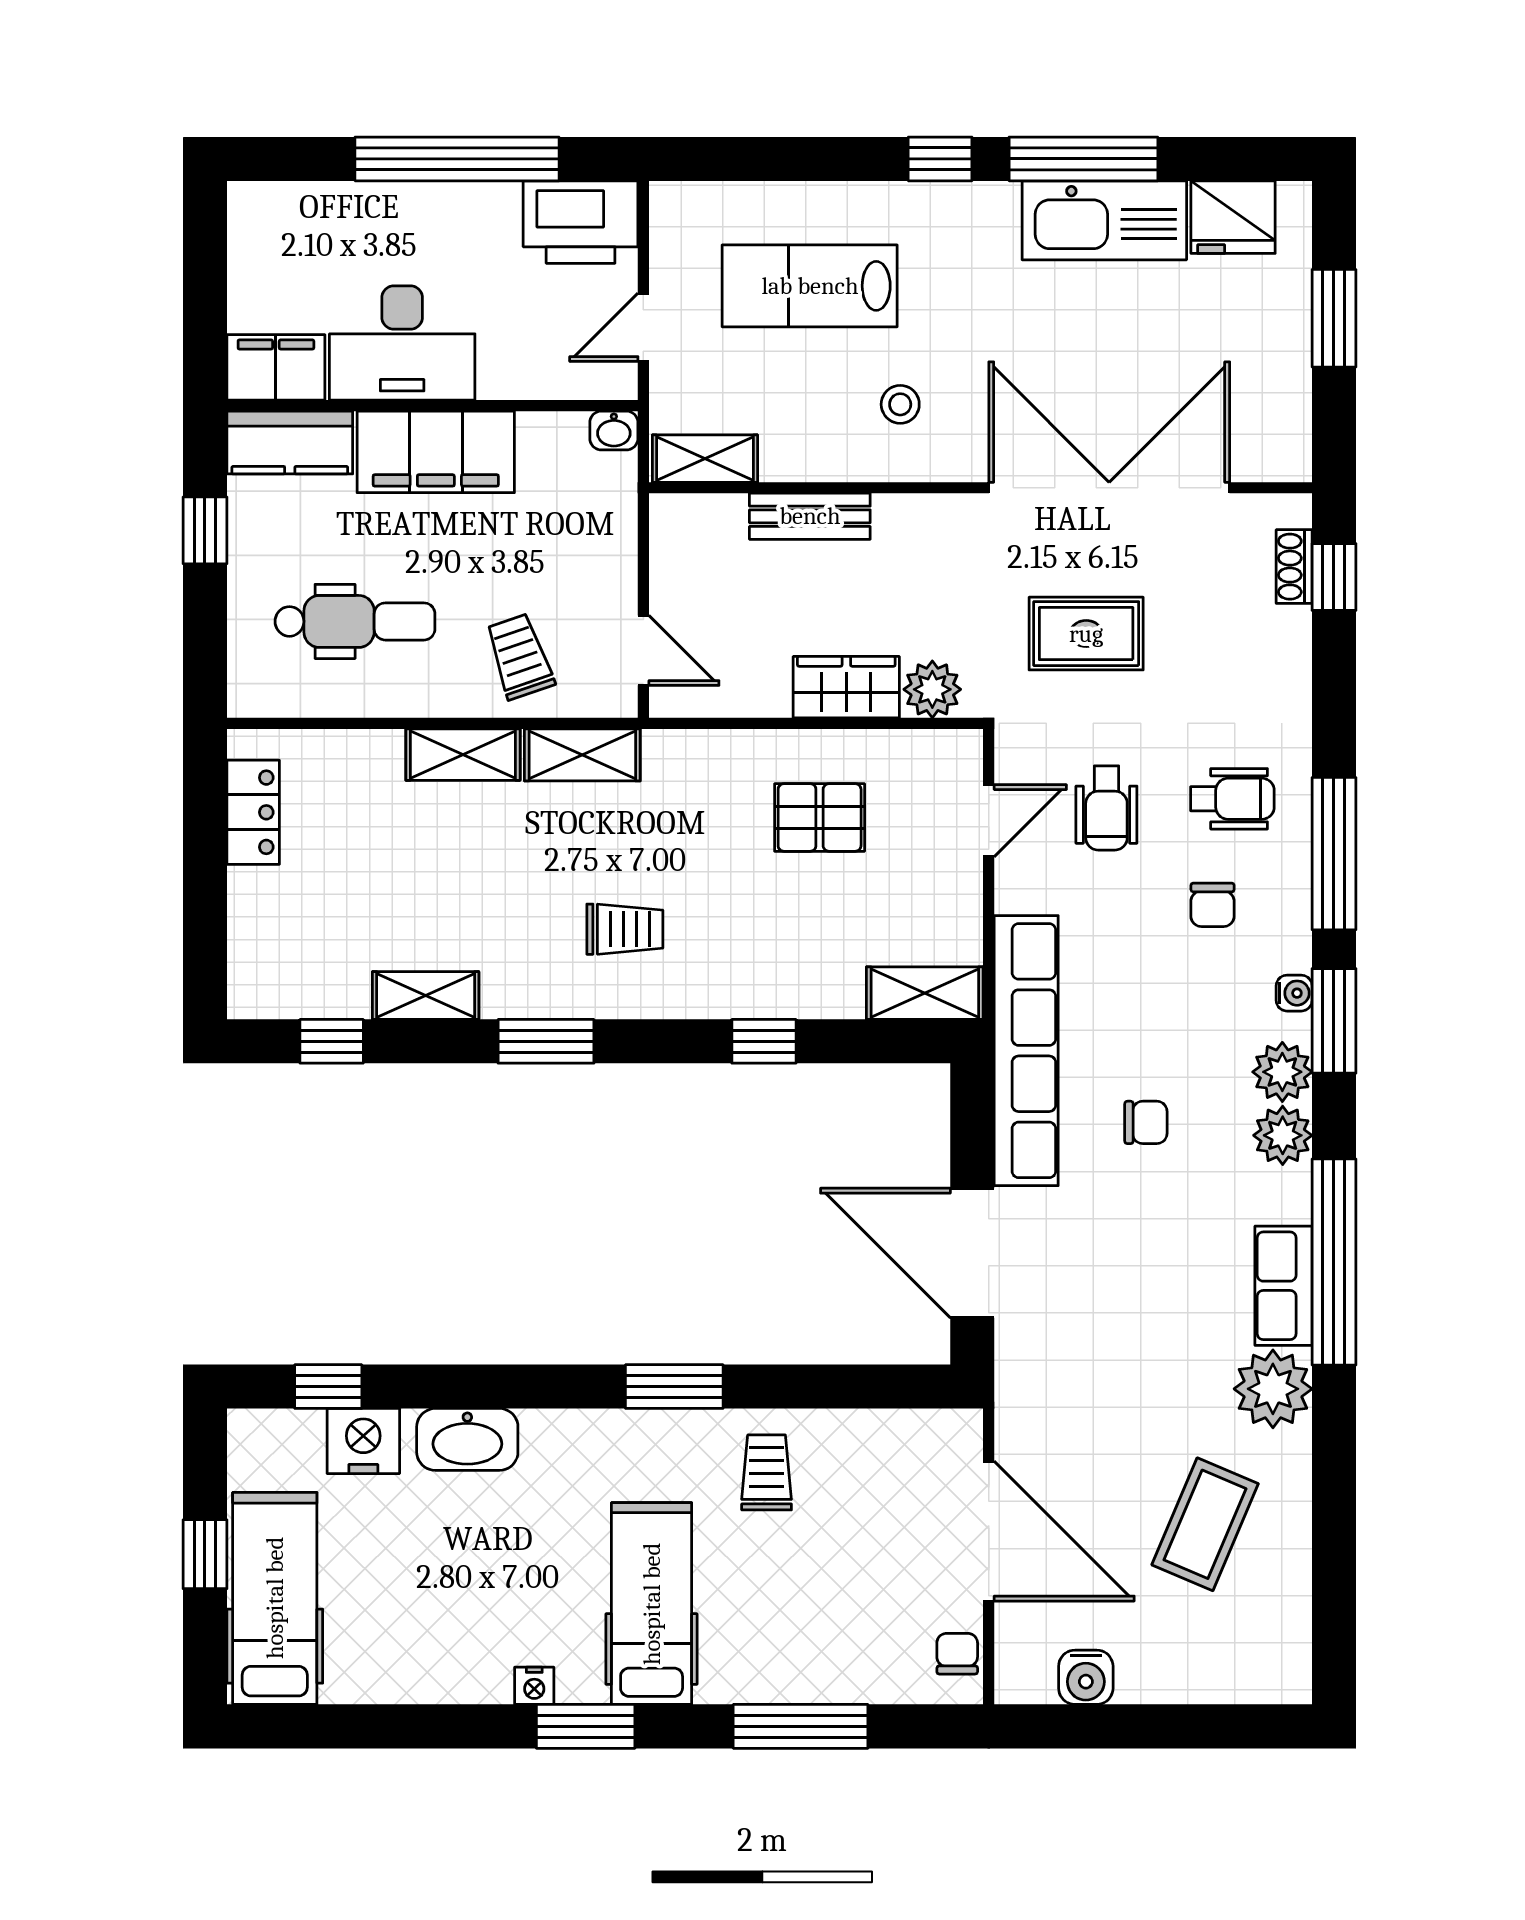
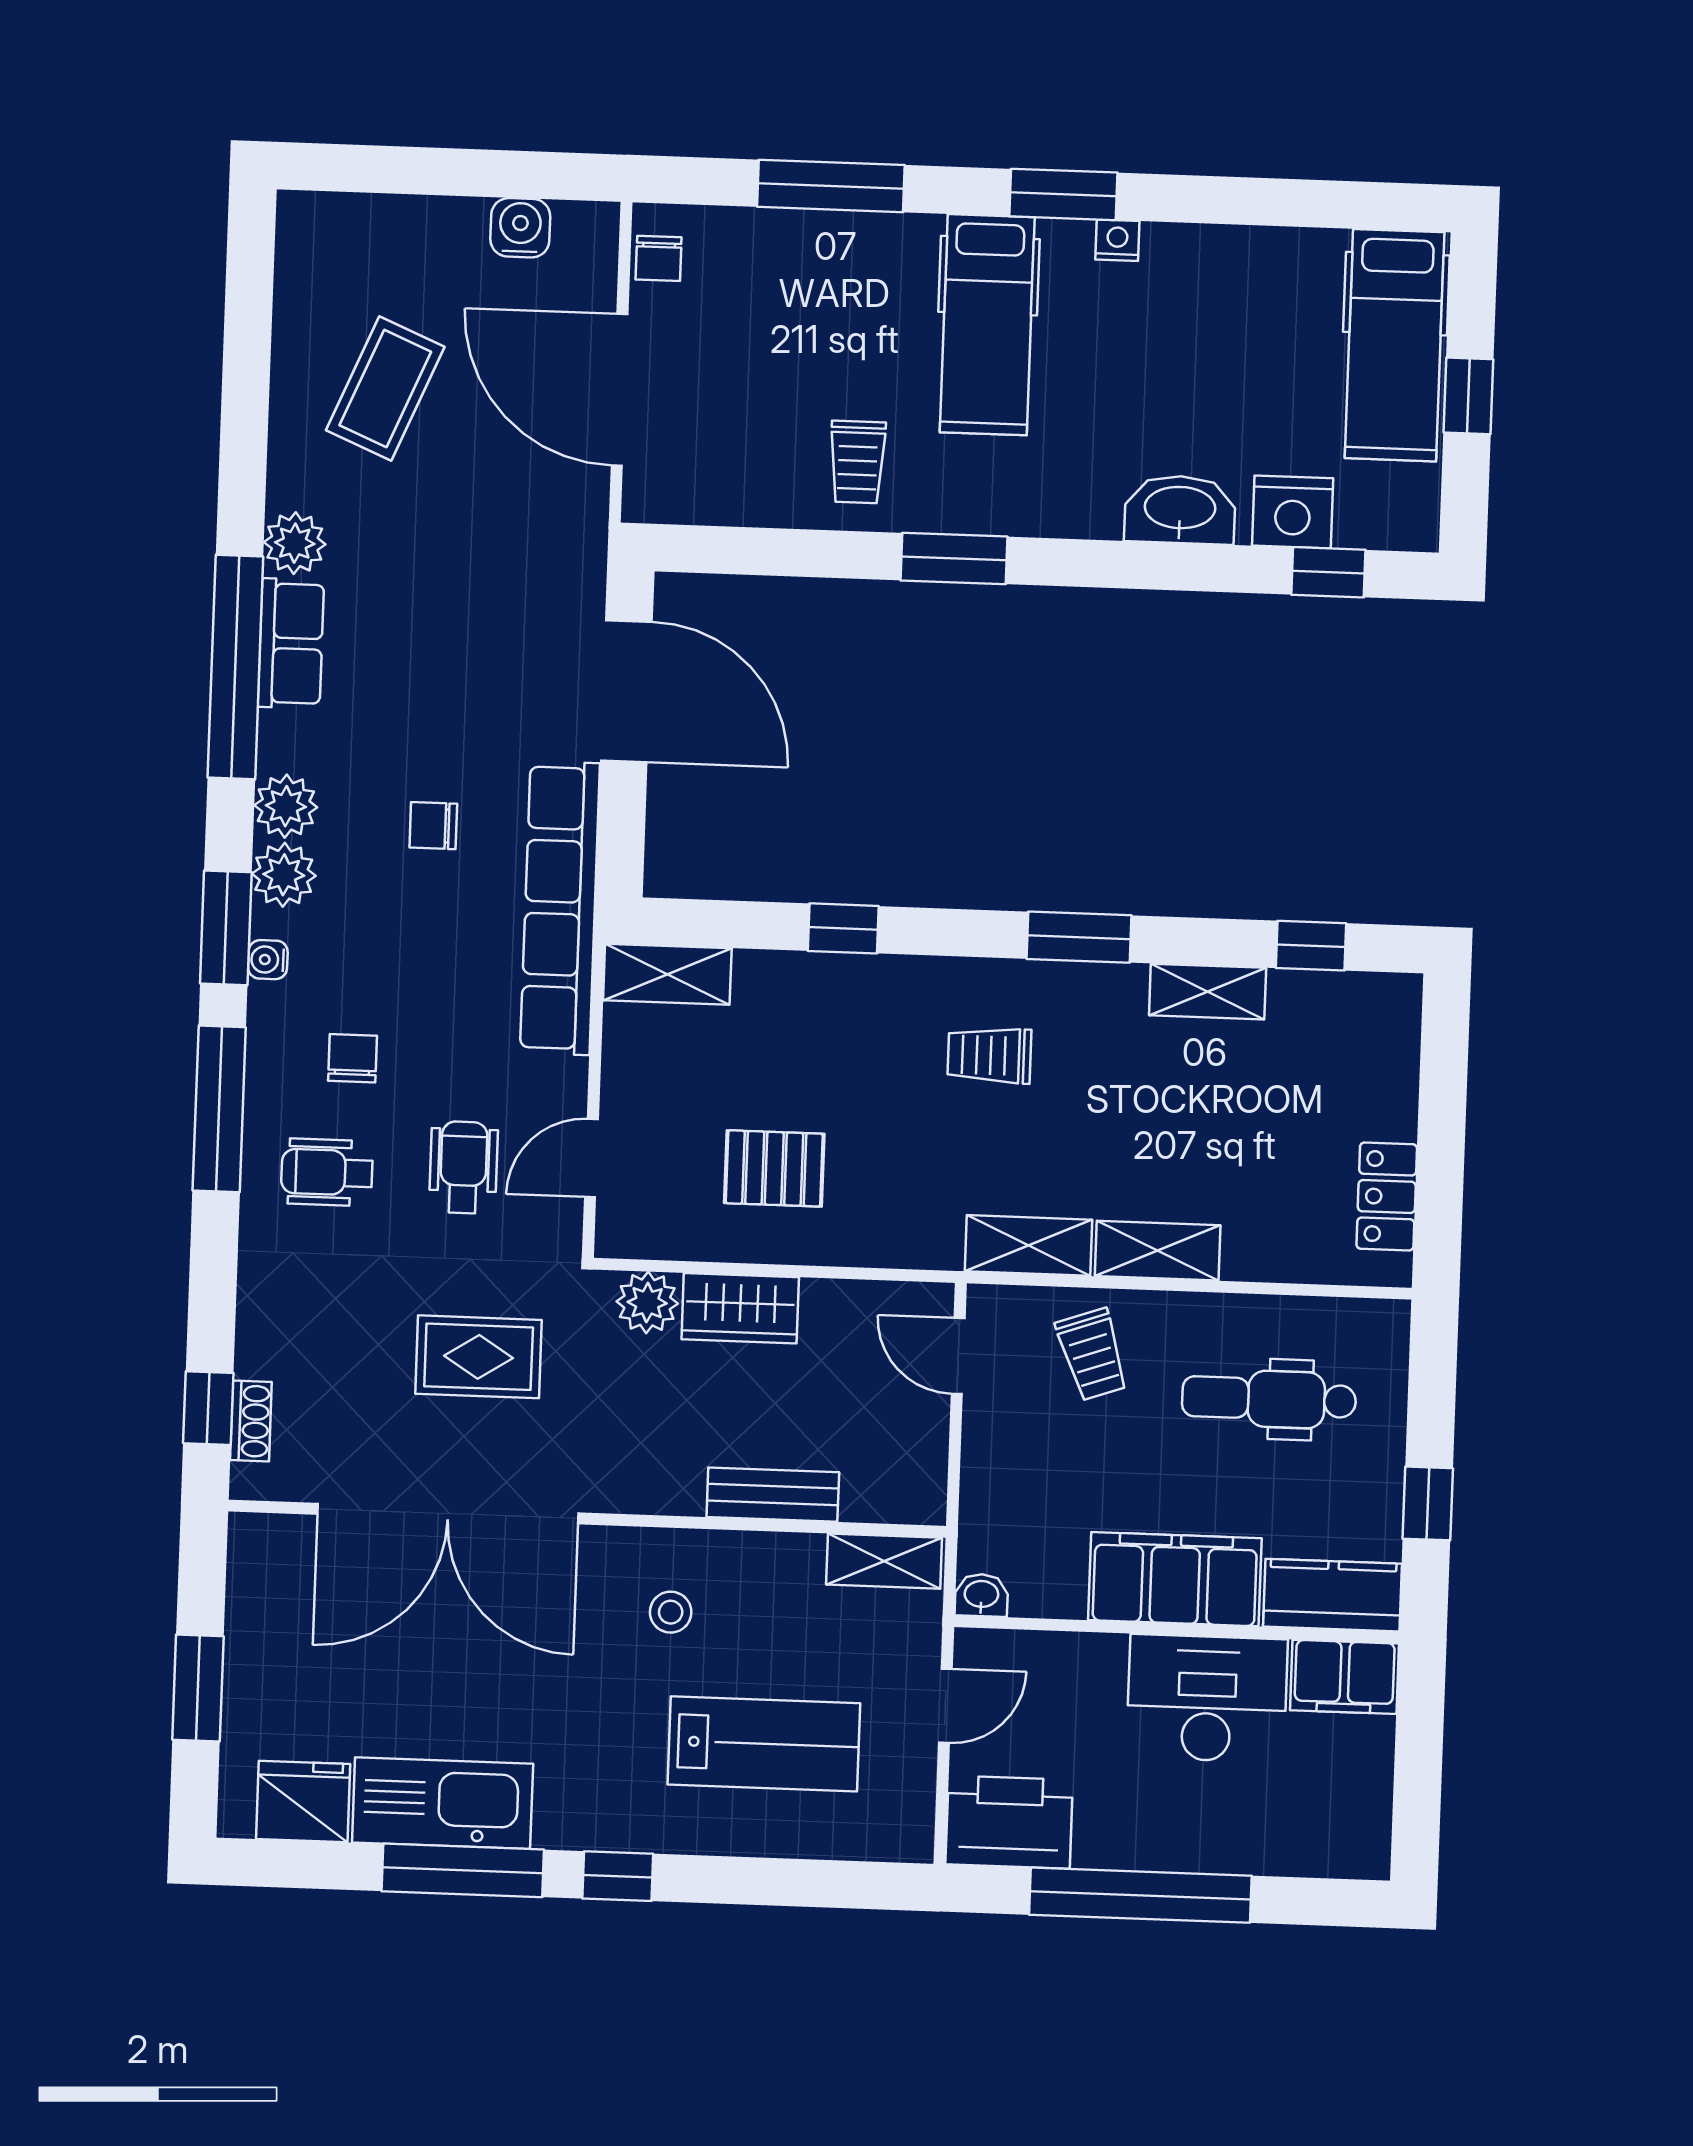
plant: (1273, 1389) -> (295, 543), width x0.73, depth x0.73

